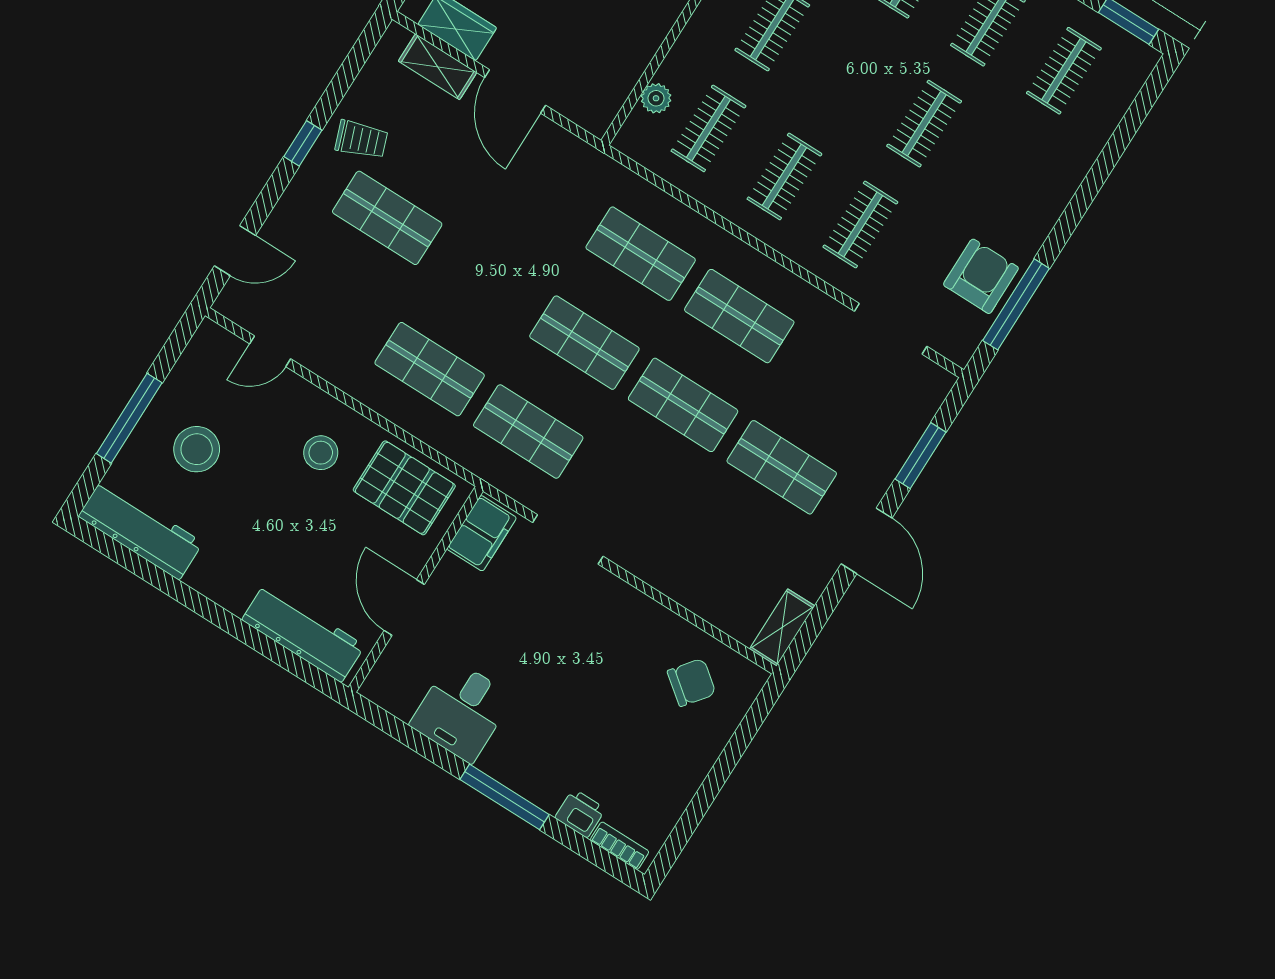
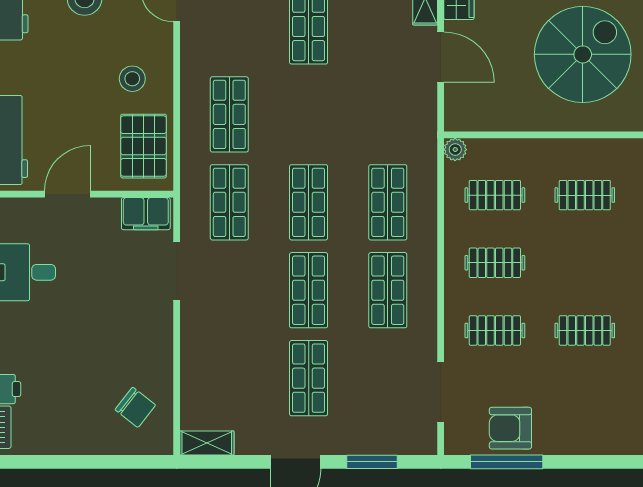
door: (515, 91) -> (441, 57), swing flipped
plant: (656, 98) -> (455, 150), moved
armchair: (981, 276) -> (510, 428), turned 180

